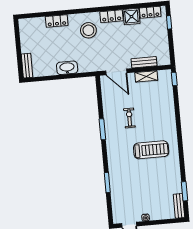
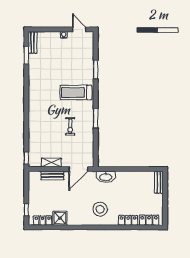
locker: (111, 16) -> (149, 220), moved
washbasin: (67, 68) -> (106, 177), moved
door: (116, 72) -> (78, 169), swing flipped
treadmill: (151, 150) -> (76, 92), moved

